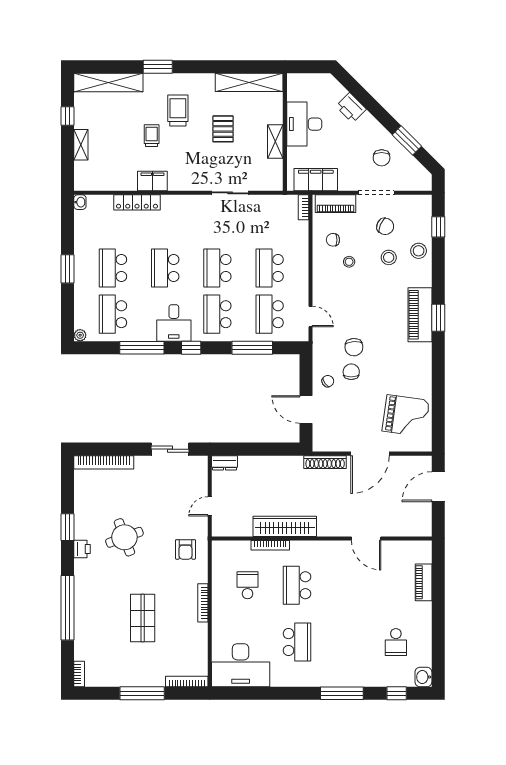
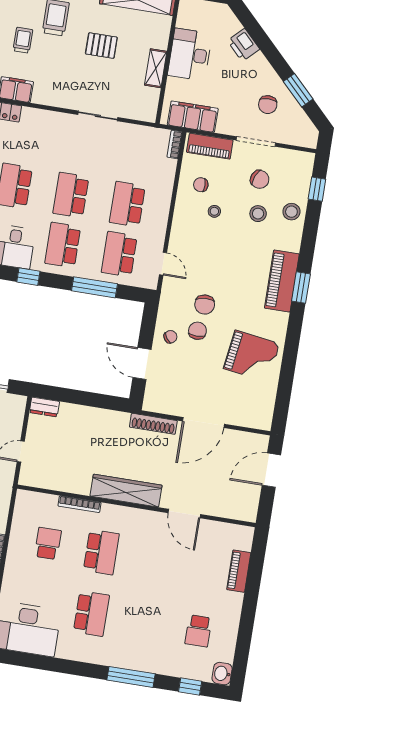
pallet: (223, 129) -> (101, 46), turned 90
grand piano: (406, 416) -> (251, 356), moved
wardrobe: (285, 526) -> (126, 491), moved
school desk: (297, 585) -> (101, 552), turned 180

